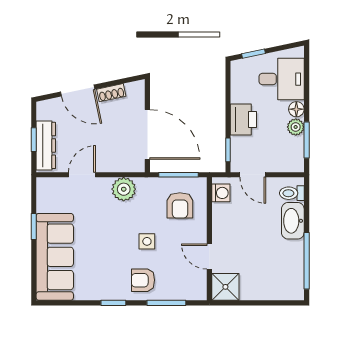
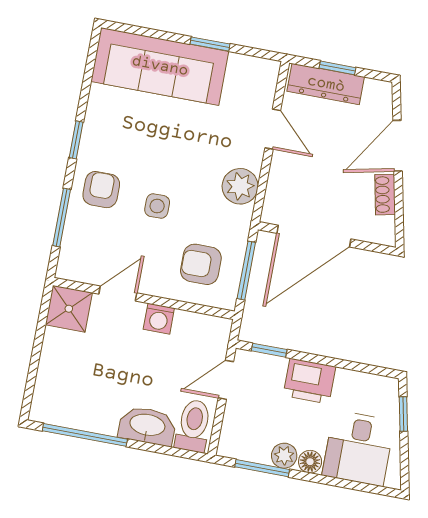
washing machine: (221, 193) -> (159, 319), moved
toilet: (292, 193) -> (193, 426), width x1.37, depth x1.39

